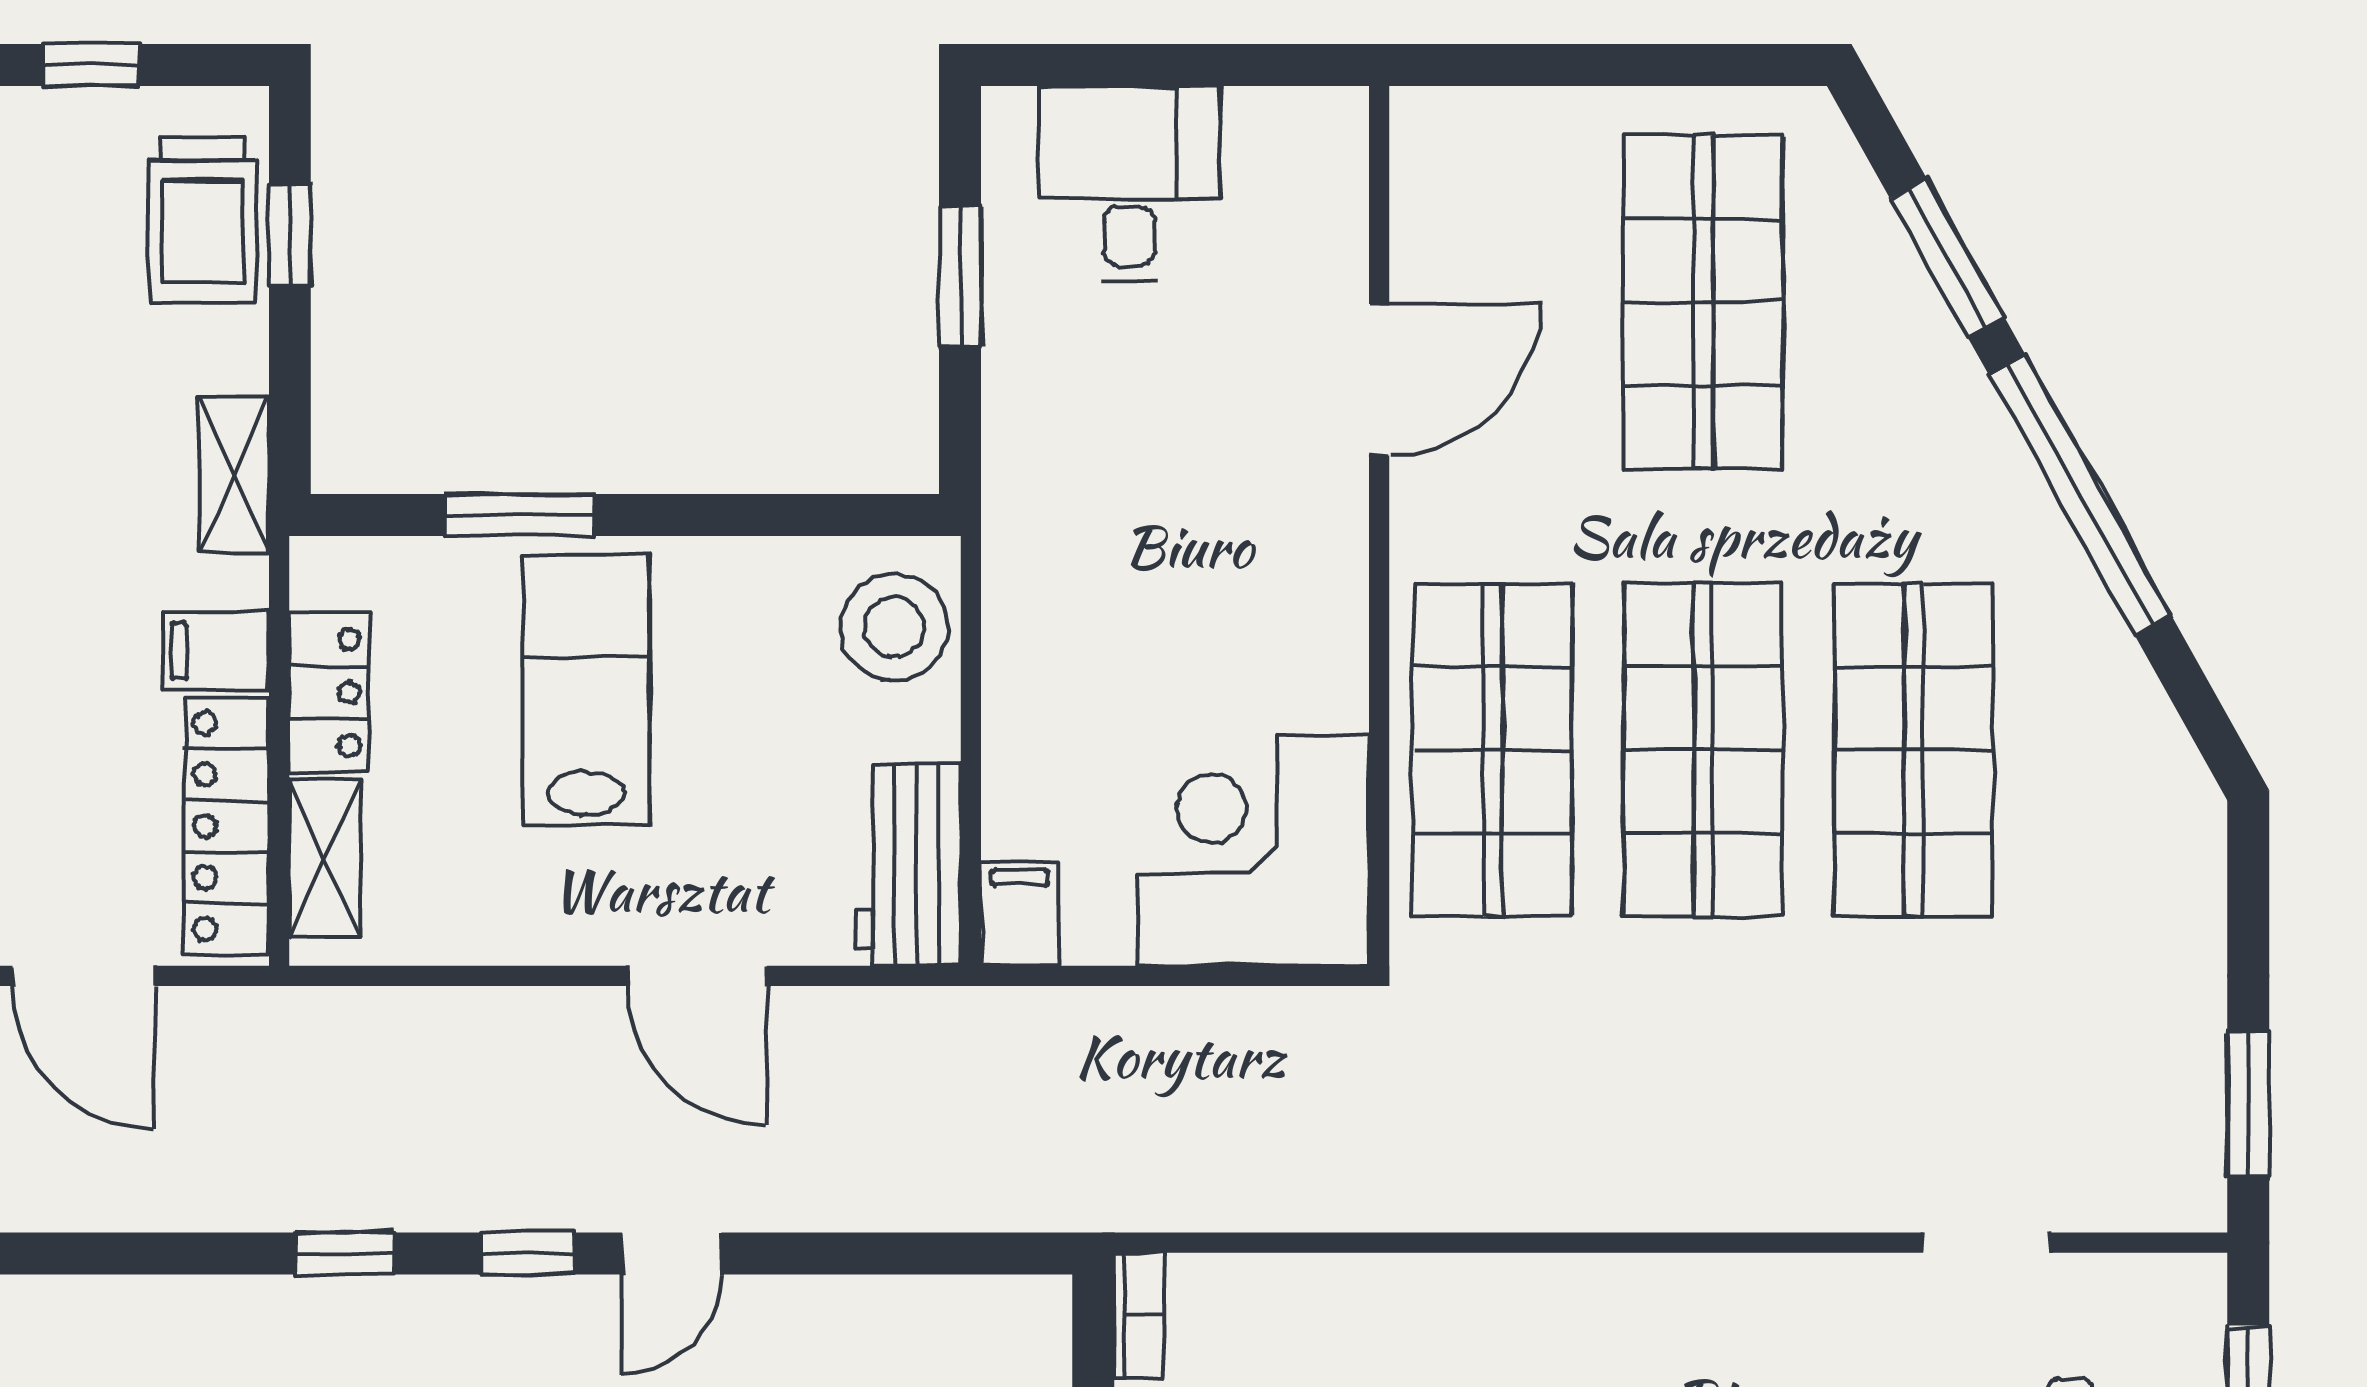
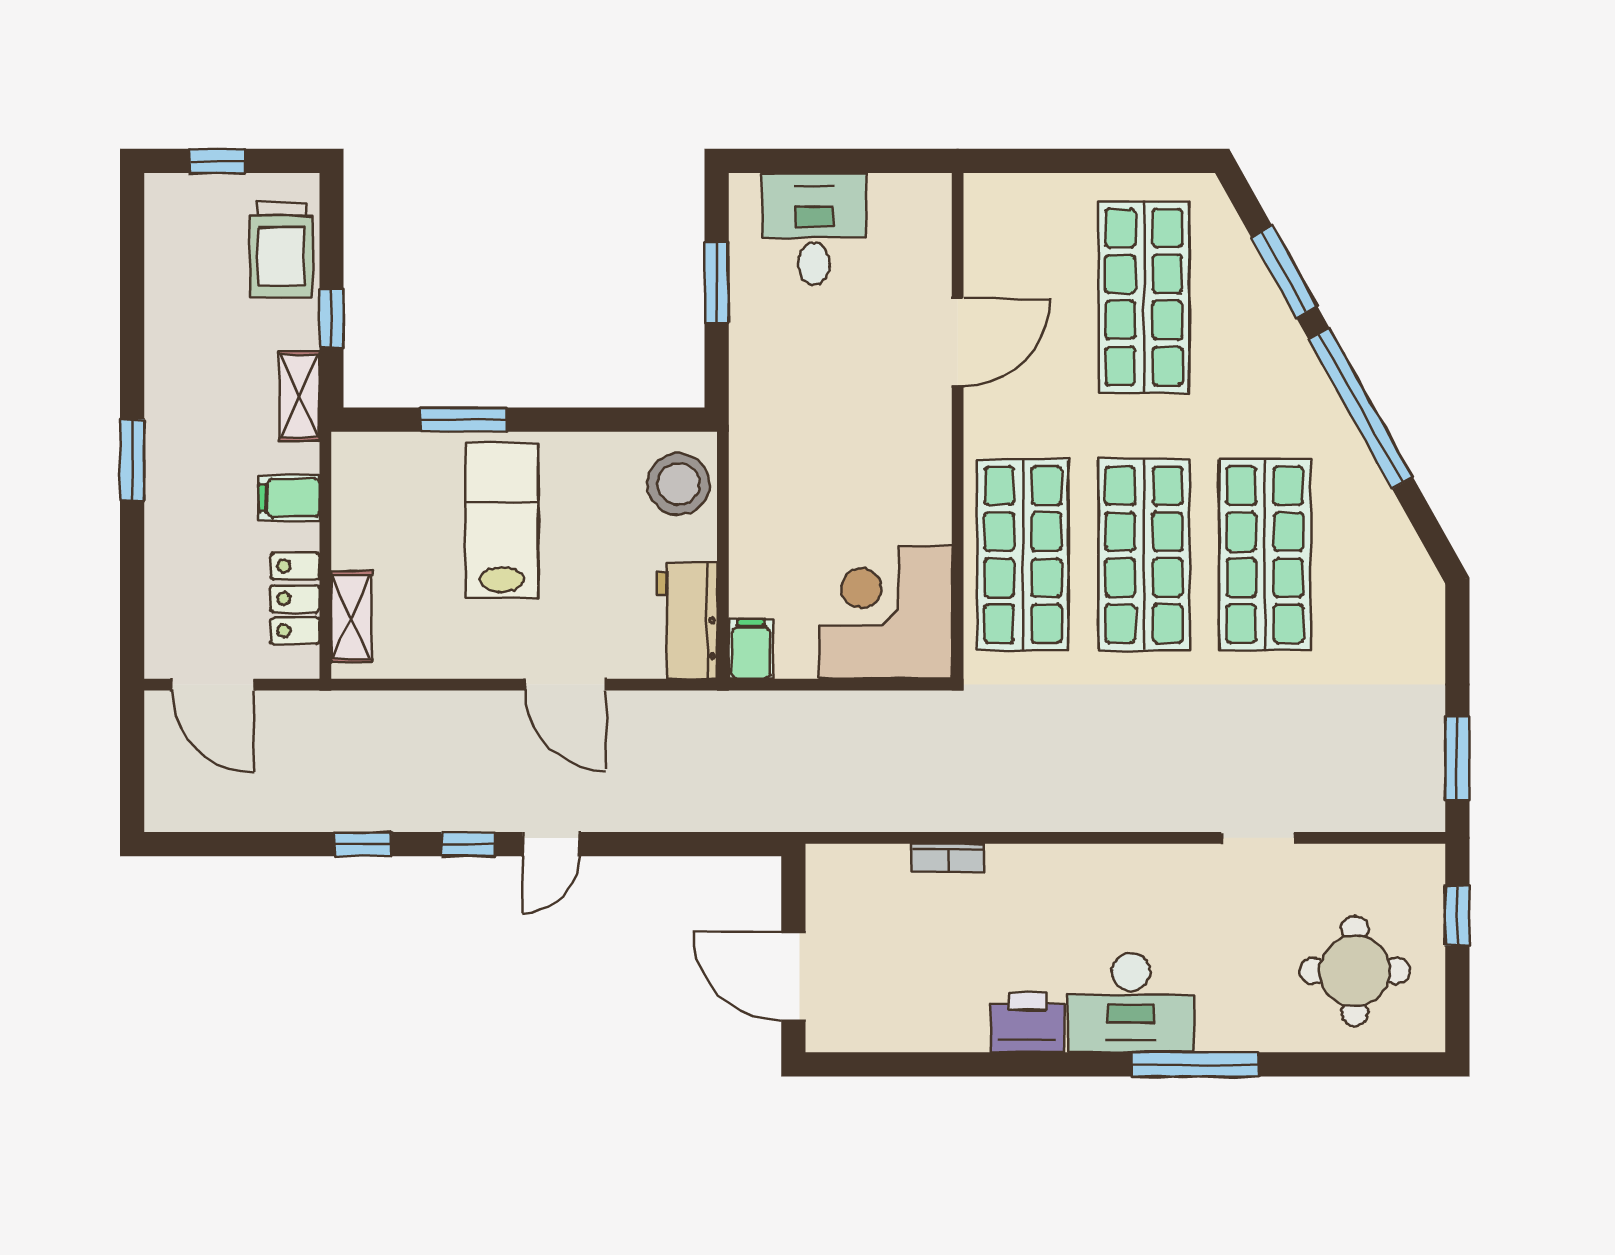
window: (290, 235) -> (331, 319), moved
locker: (329, 692) -> (354, 522), removed
locker: (226, 826) -> (295, 598), width x0.66
doorway: (1987, 1243) -> (1258, 838), moved
bookcase: (1139, 1315) -> (948, 858), moved, turned 90

